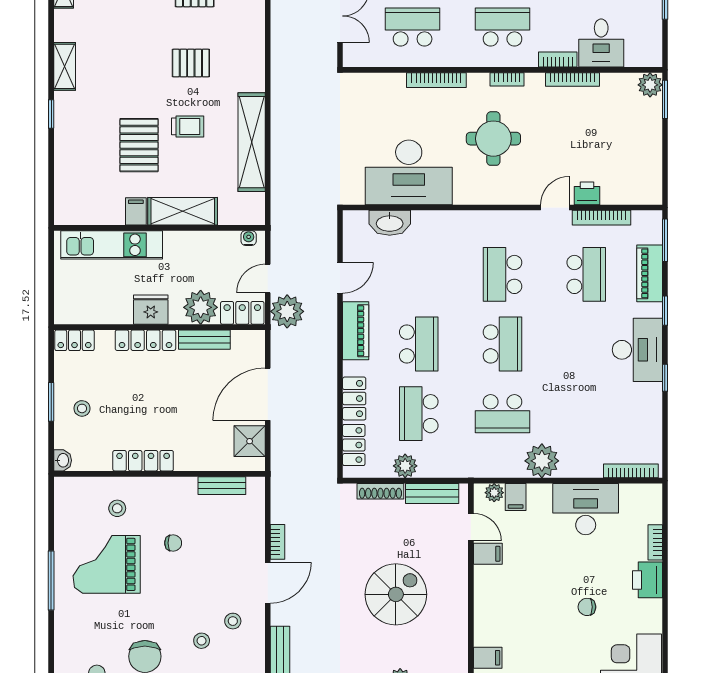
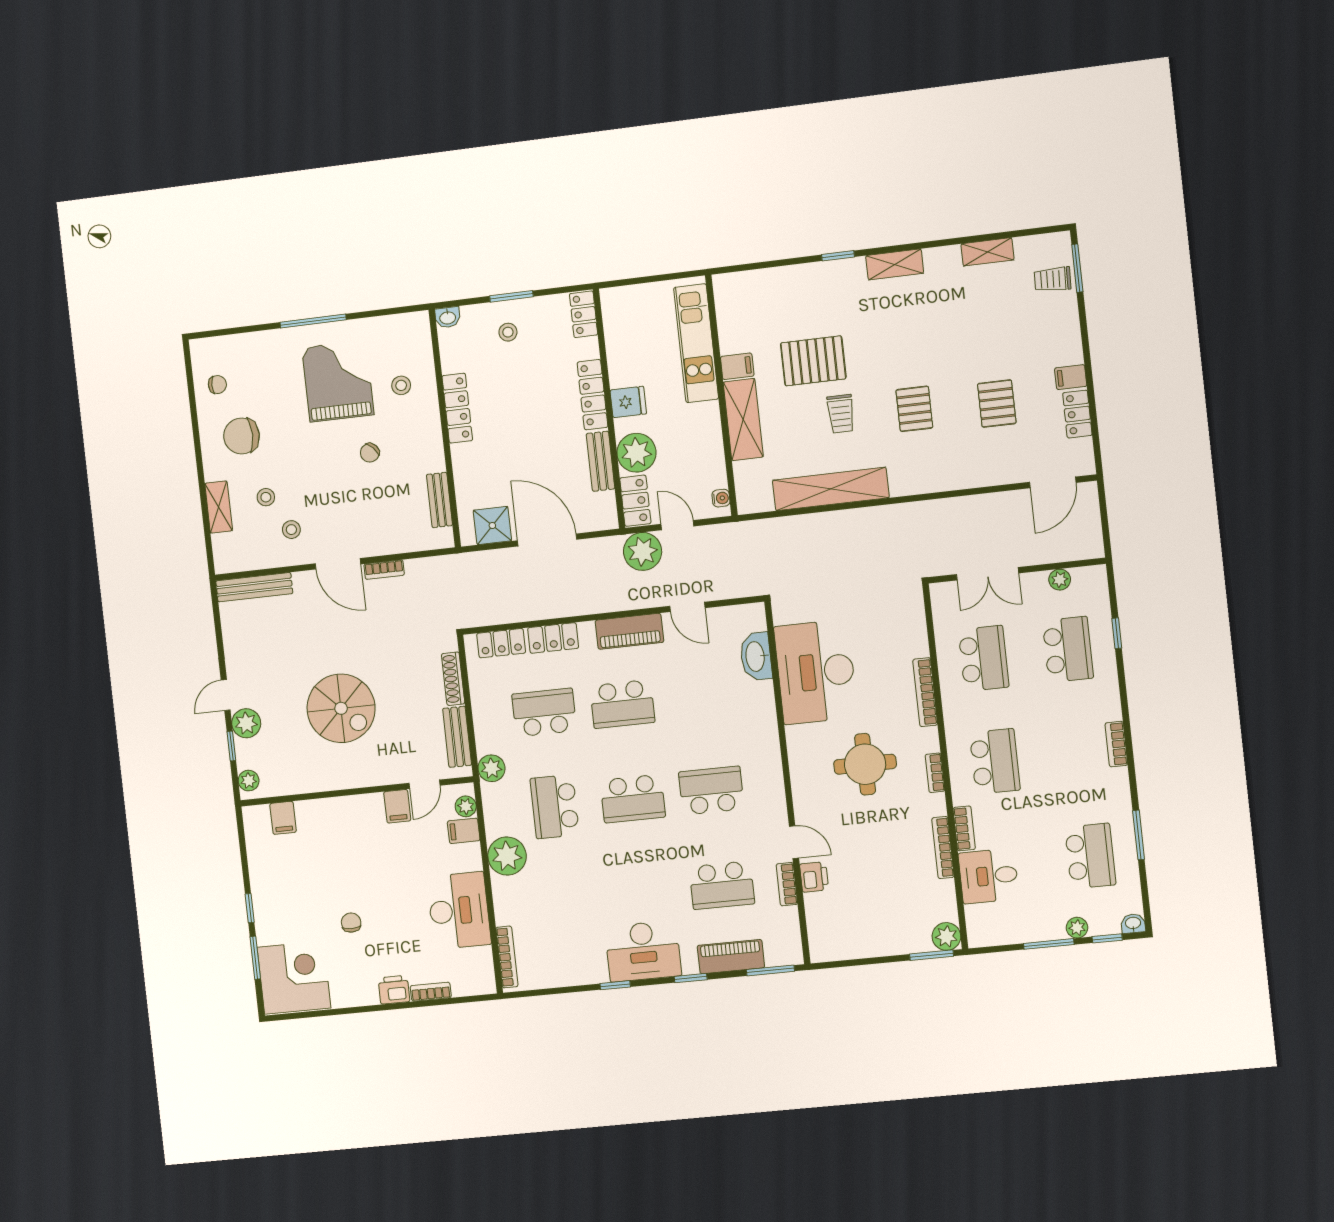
bookcase: (601, 218) -> (787, 884), width x0.64
fridge: (151, 310) -> (628, 402), width x0.72
plant: (405, 466) -> (492, 768), moved
chair: (173, 543) -> (370, 453), turned 47
printer: (647, 580) -> (394, 990), width x0.73, depth x0.81

